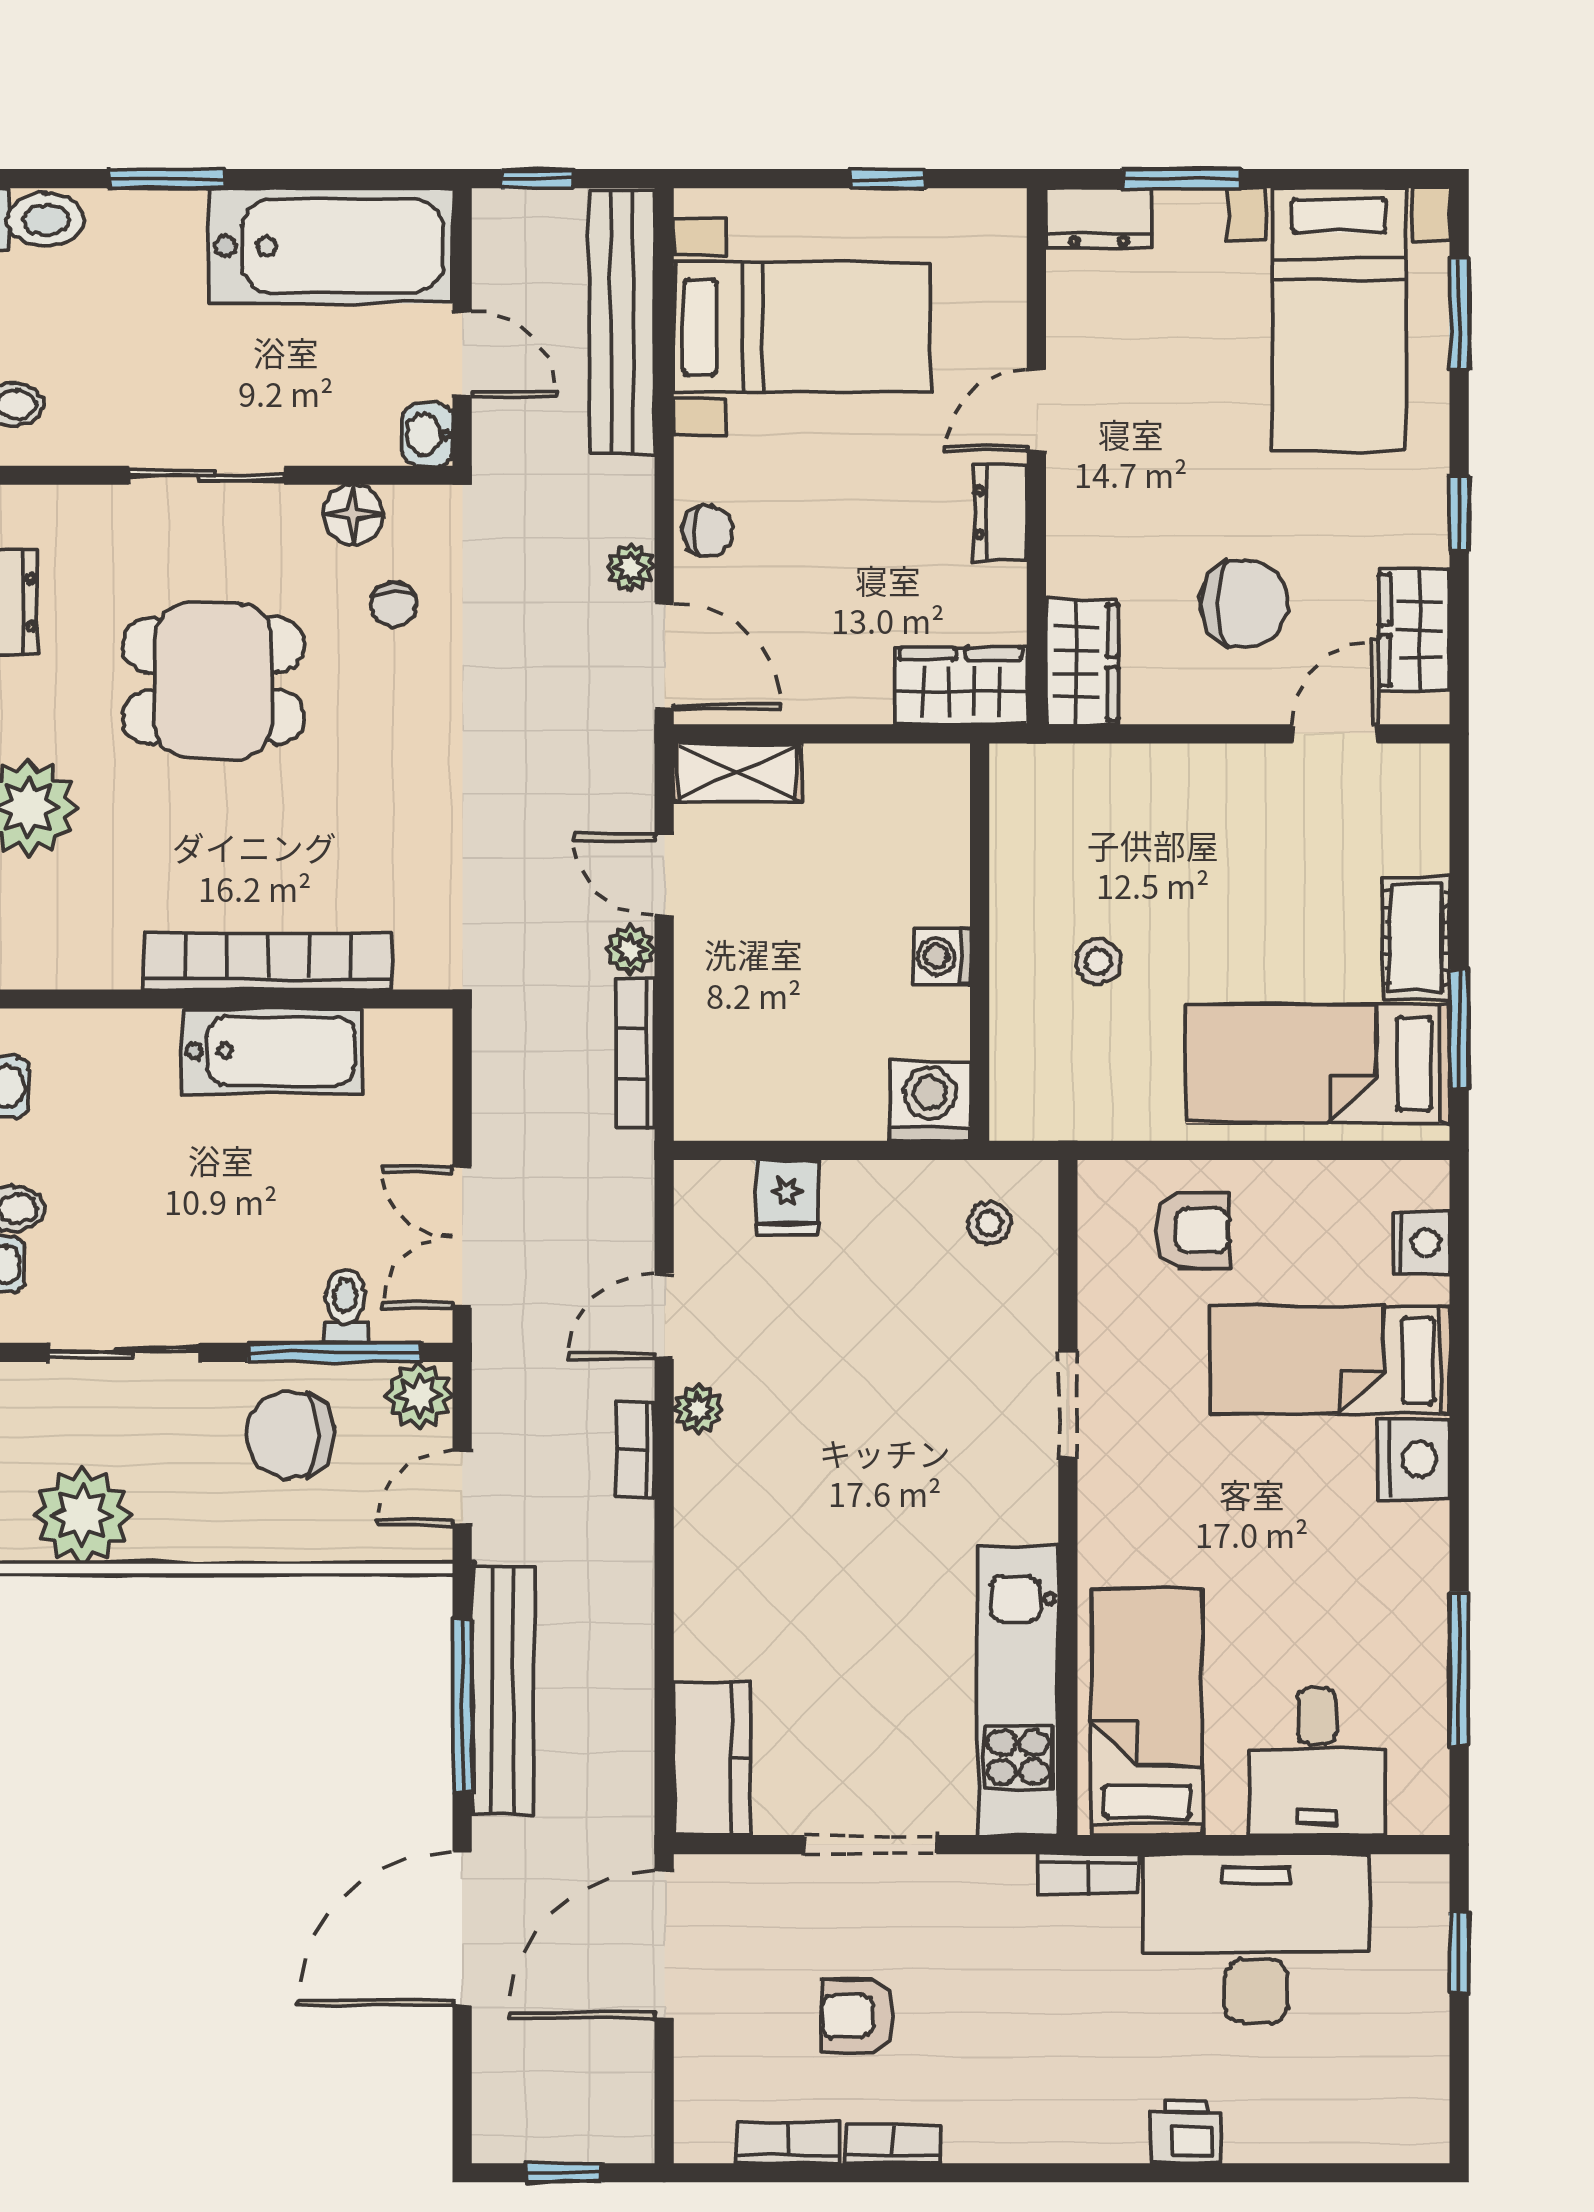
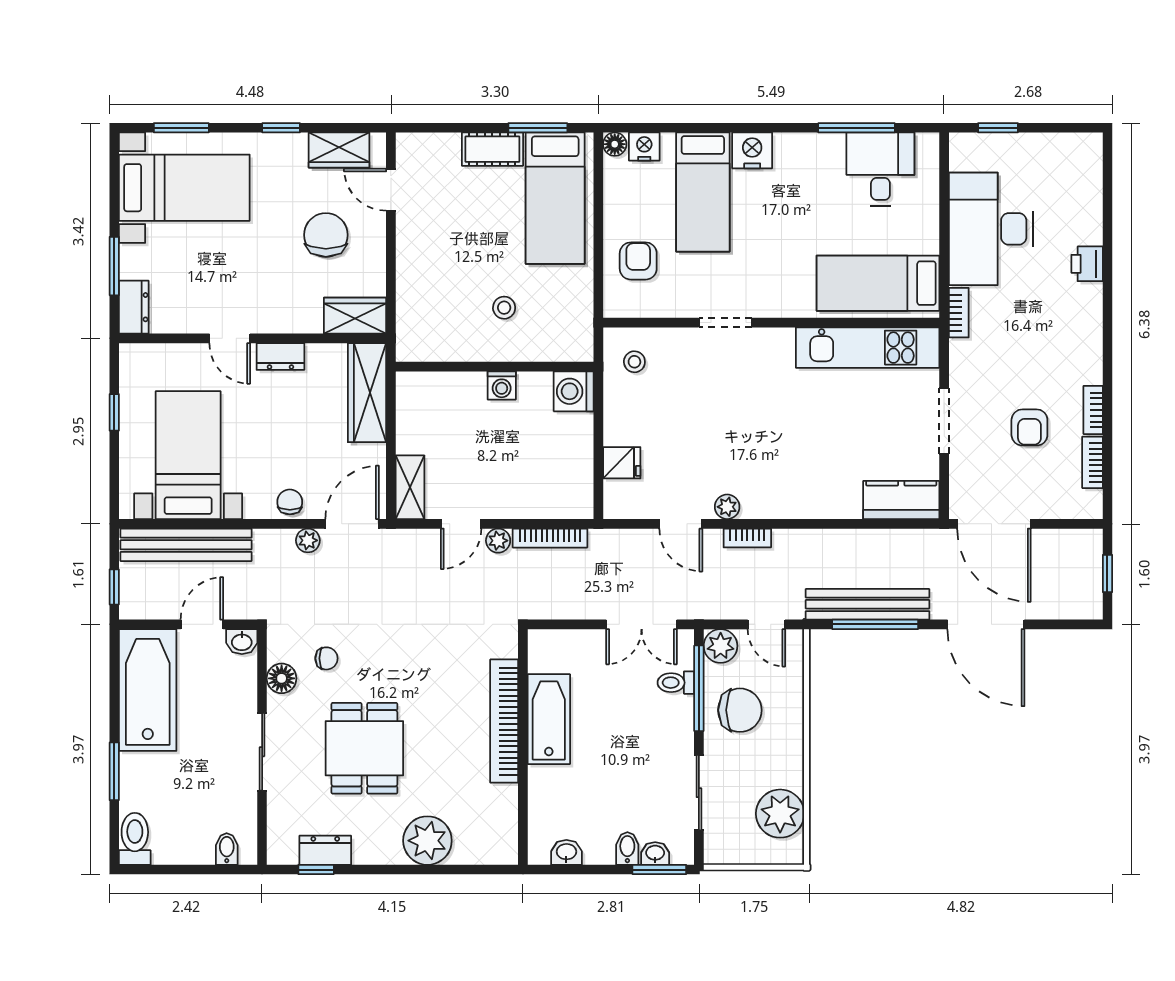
wardrobe: (961, 686) -> (367, 393), width x1.50
floor lamp: (1426, 1183) -> (615, 144), added
chair: (290, 1435) -> (740, 710), turned -90
desk: (1317, 1762) -> (880, 169), moved, turned -90

